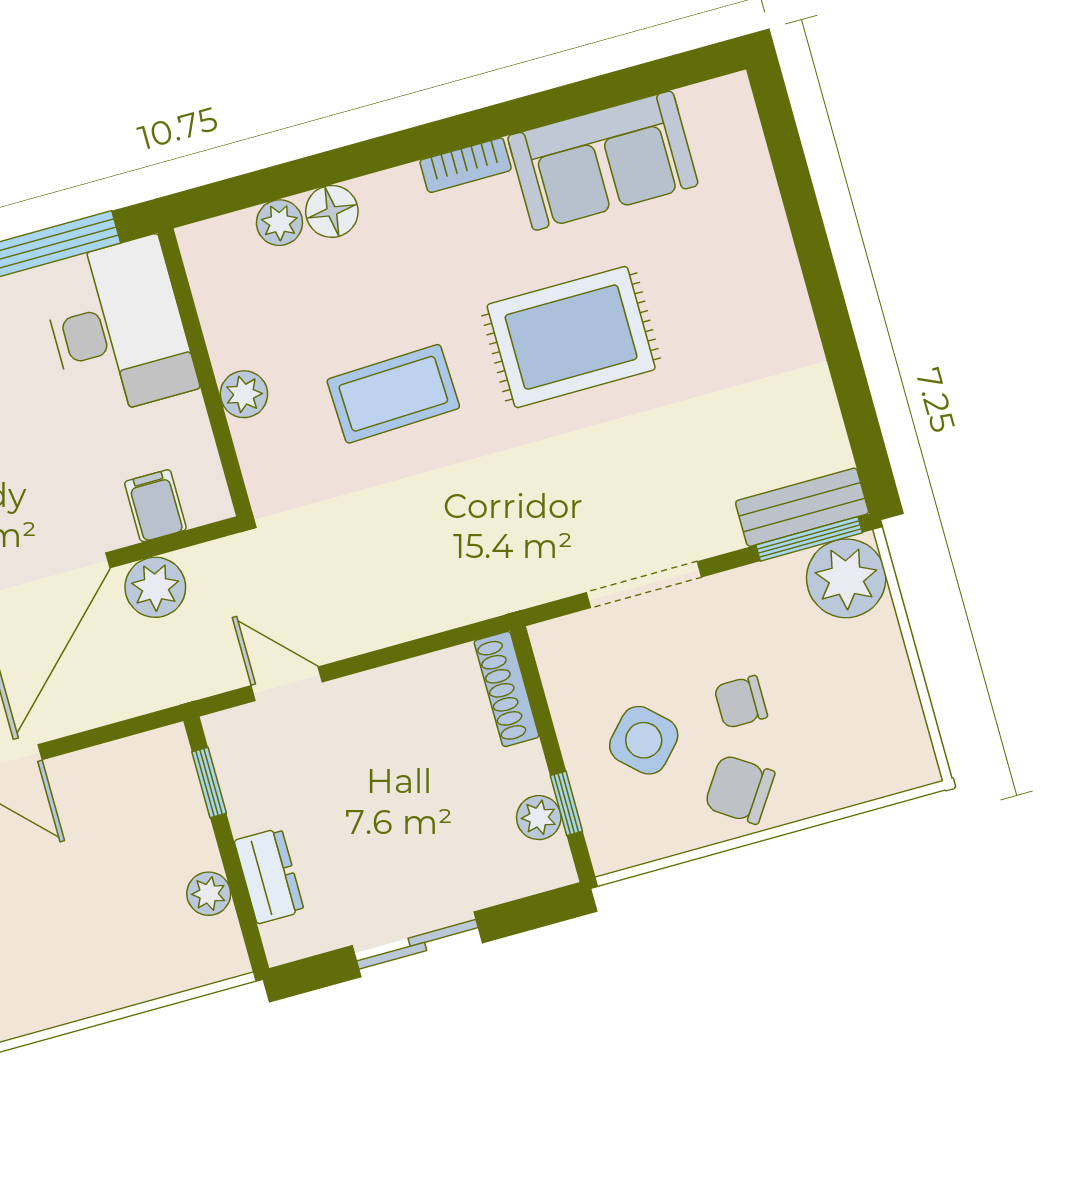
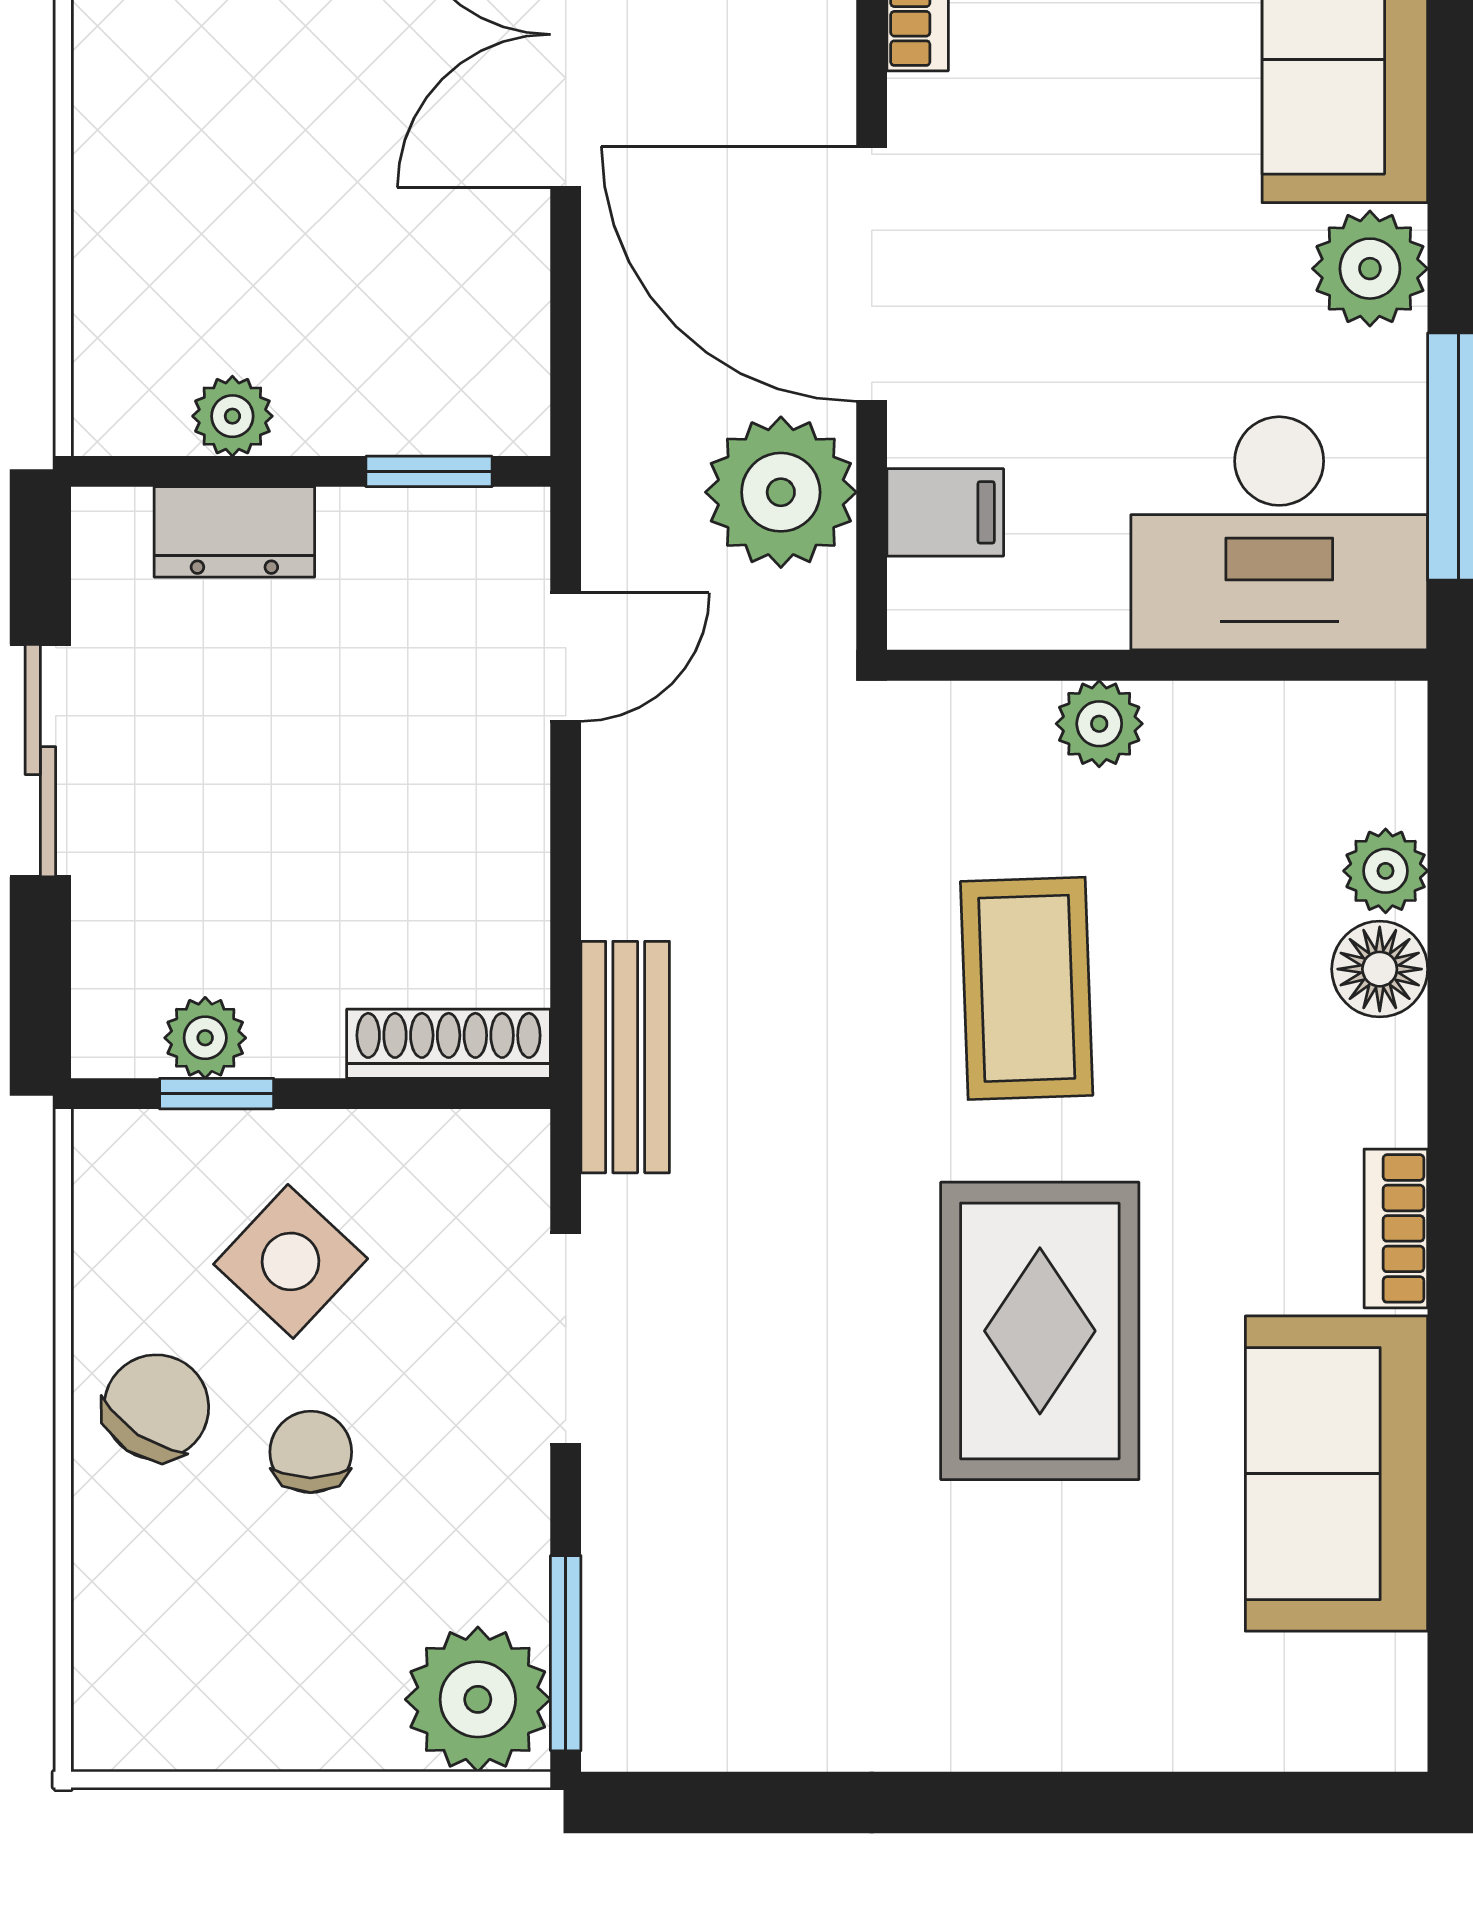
bench: (802, 507) -> (625, 1057), moved
plant: (155, 587) -> (781, 492), width x1.36, depth x1.36

